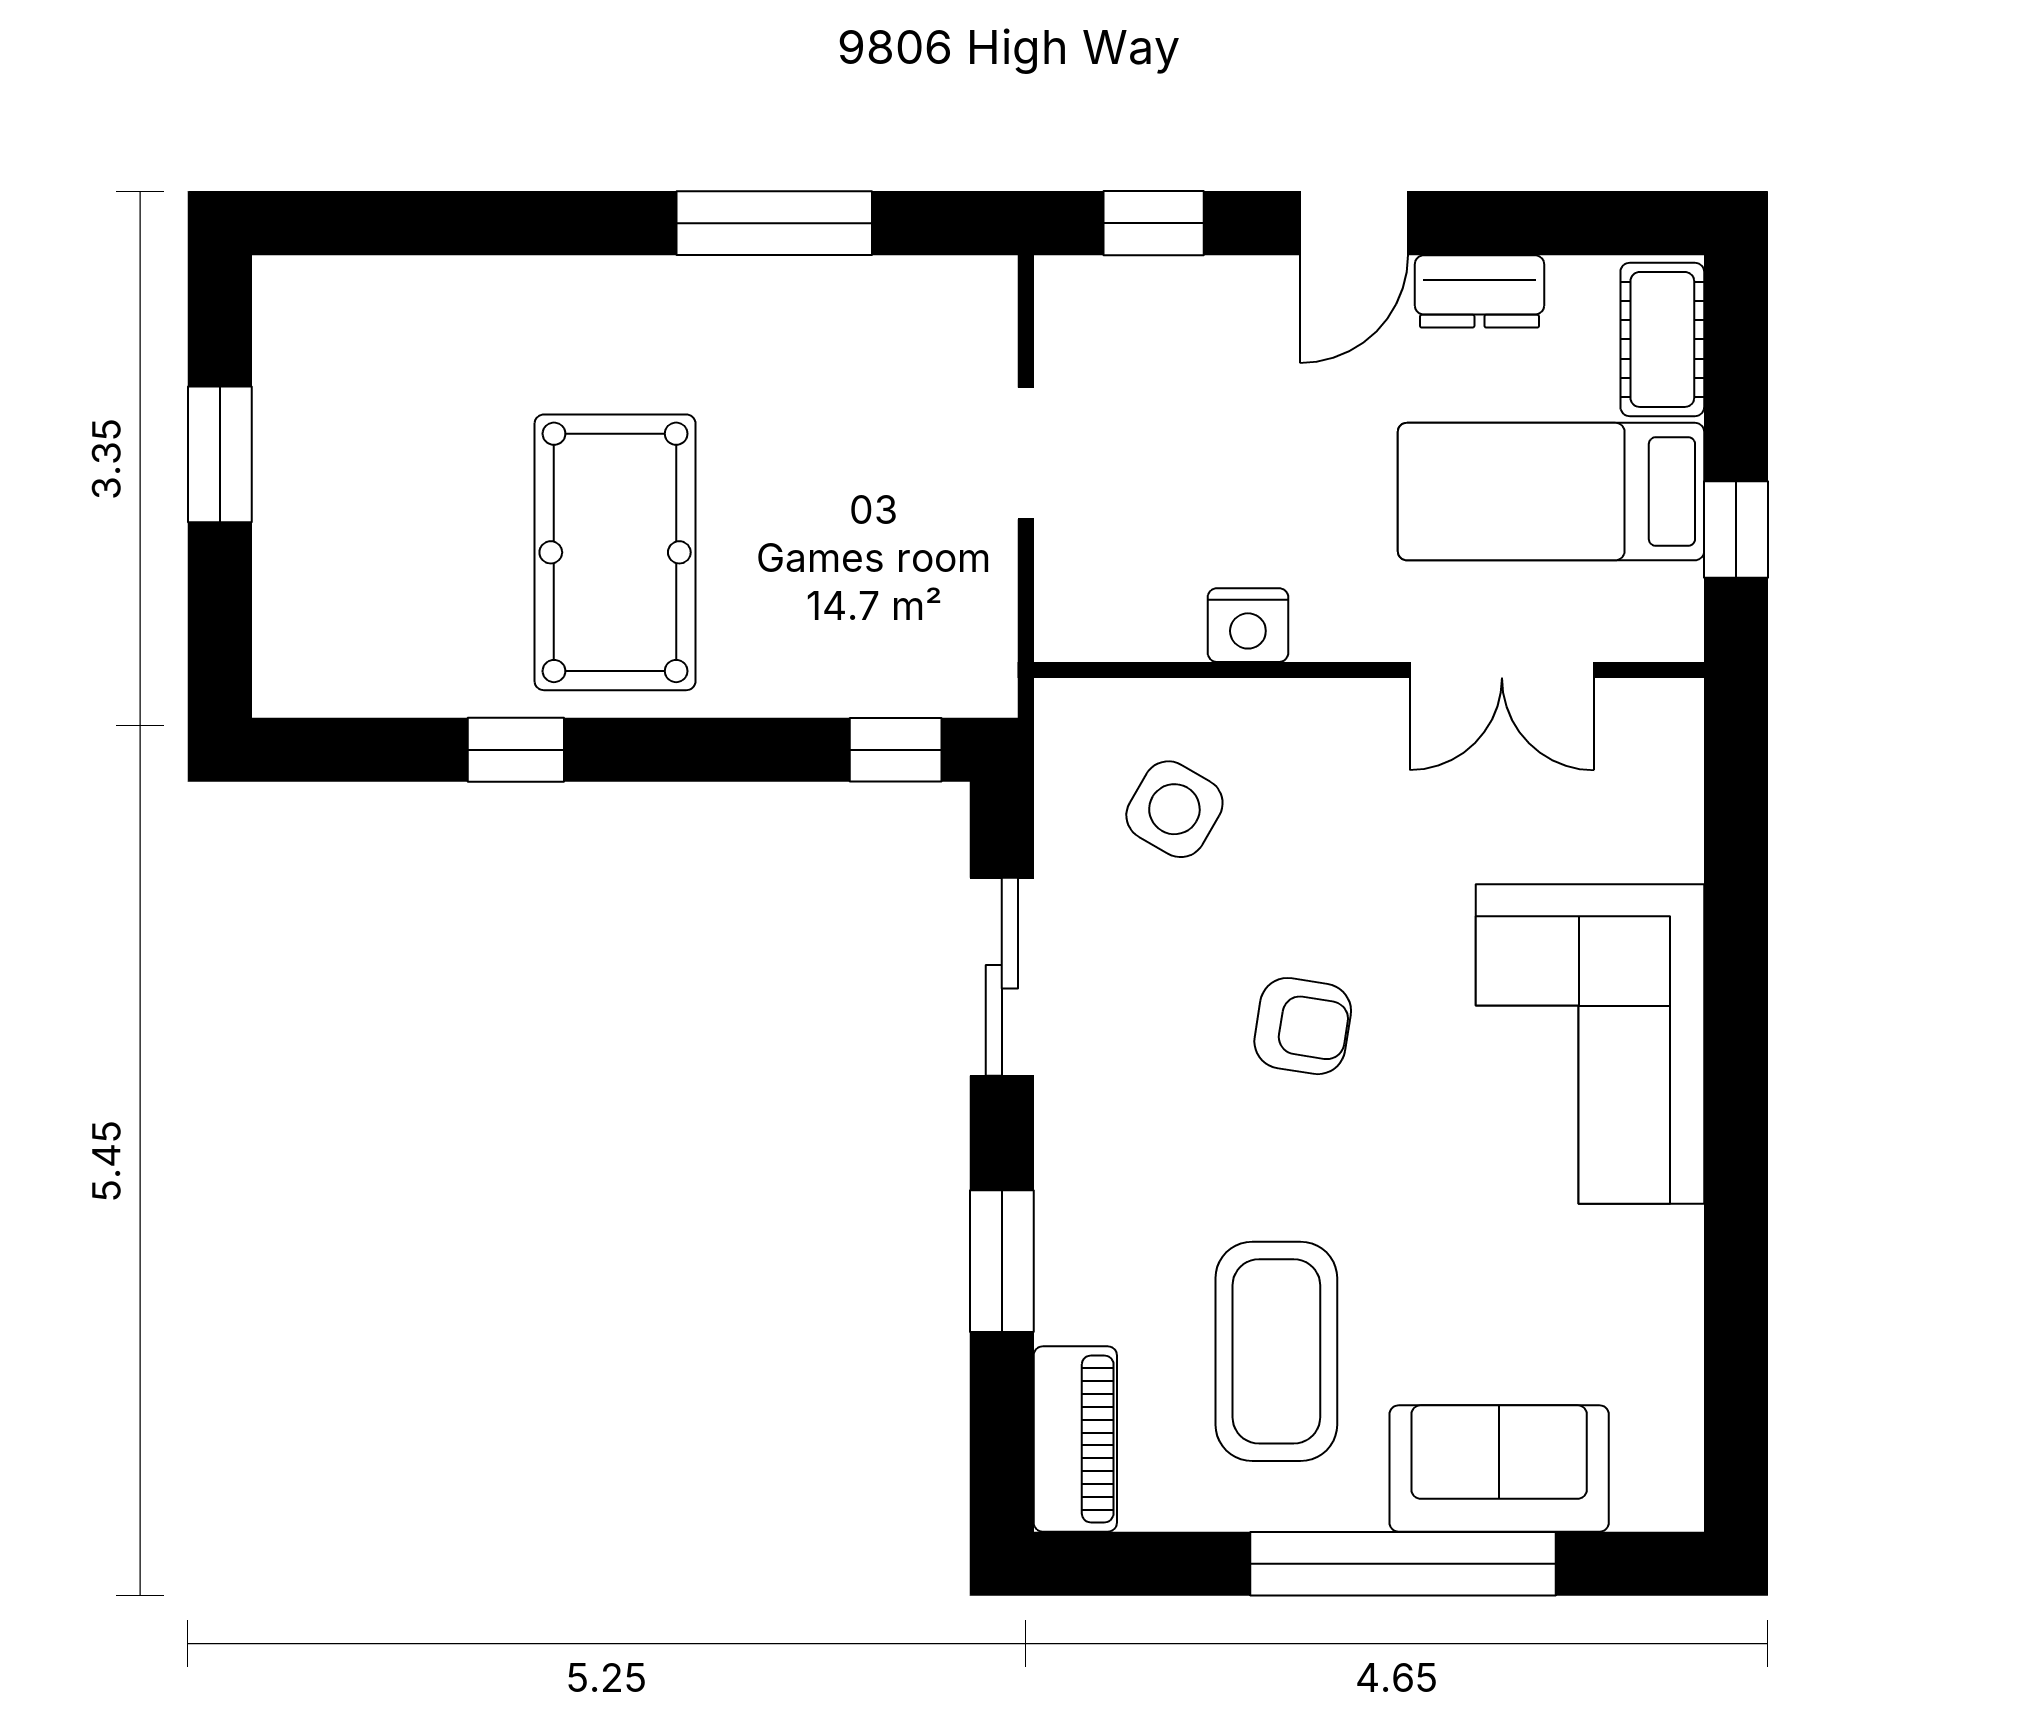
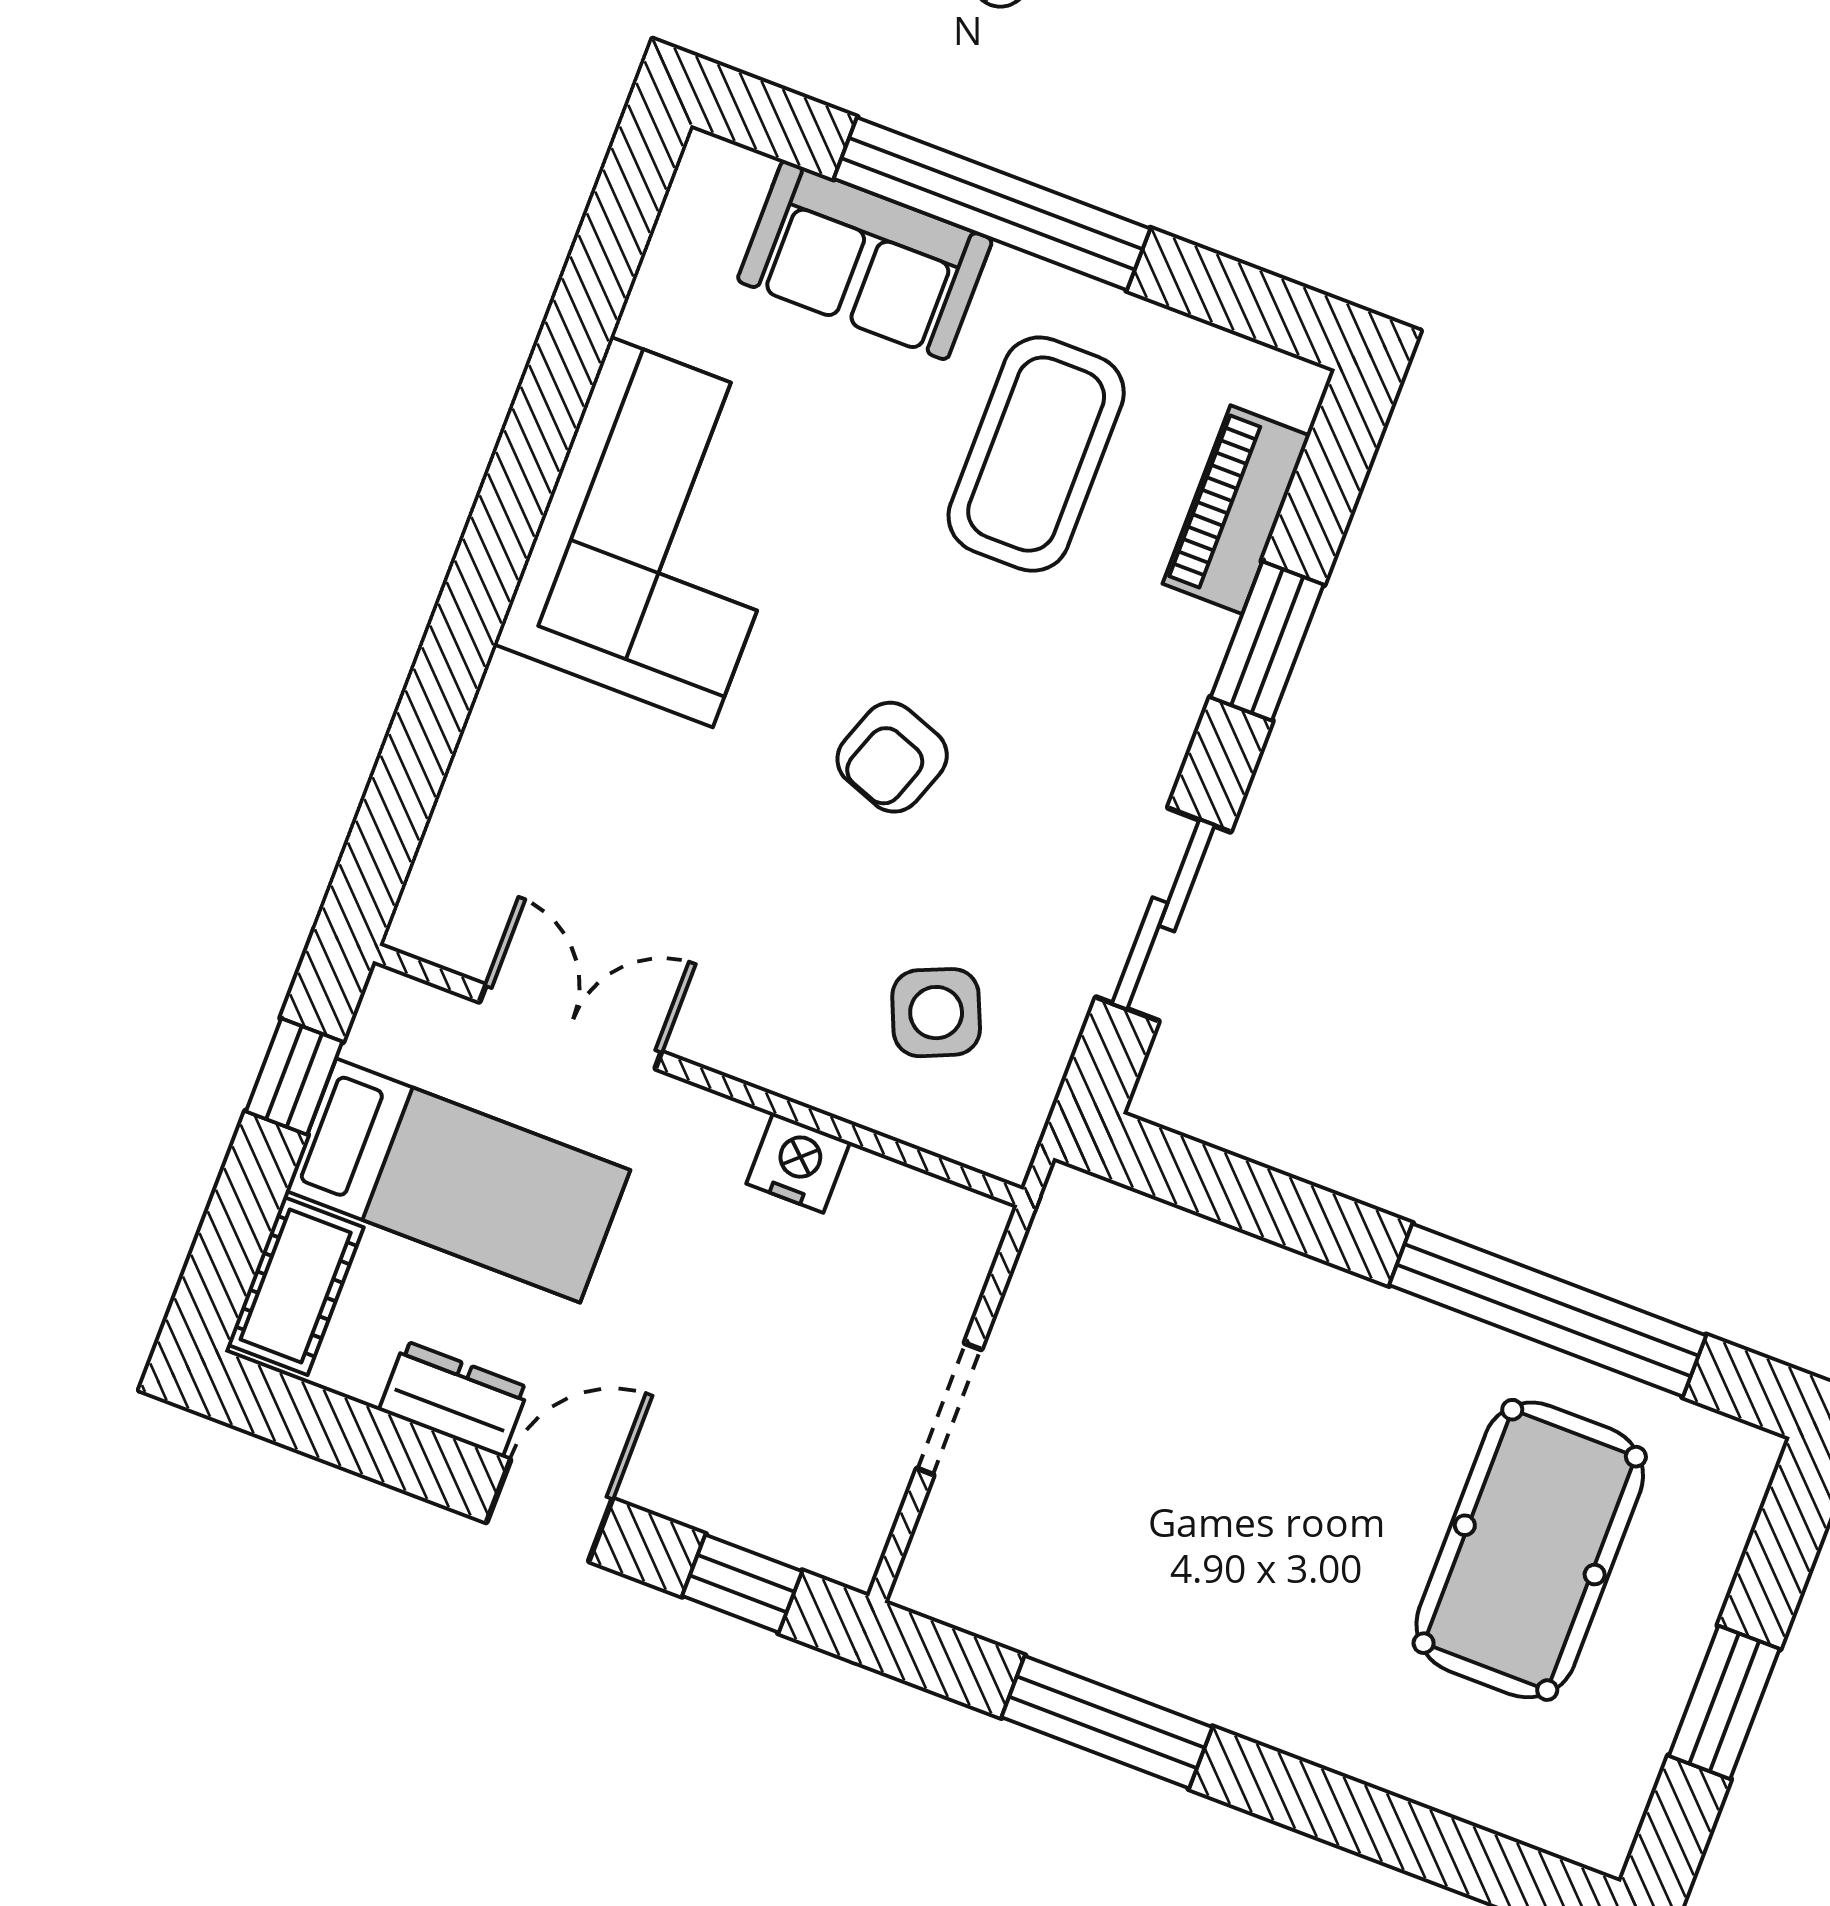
pool table: (615, 552) -> (1530, 1550), moved
window: (516, 750) -> (1548, 1310), width x3.17
window: (896, 750) -> (1182, 1171), removed
side table: (1174, 809) -> (936, 1013), turned 37
armchair: (1303, 1026) -> (892, 757), turned -79
corner sofa: (1590, 1044) -> (661, 532), moved
piano: (1075, 1439) -> (1236, 510), moved

